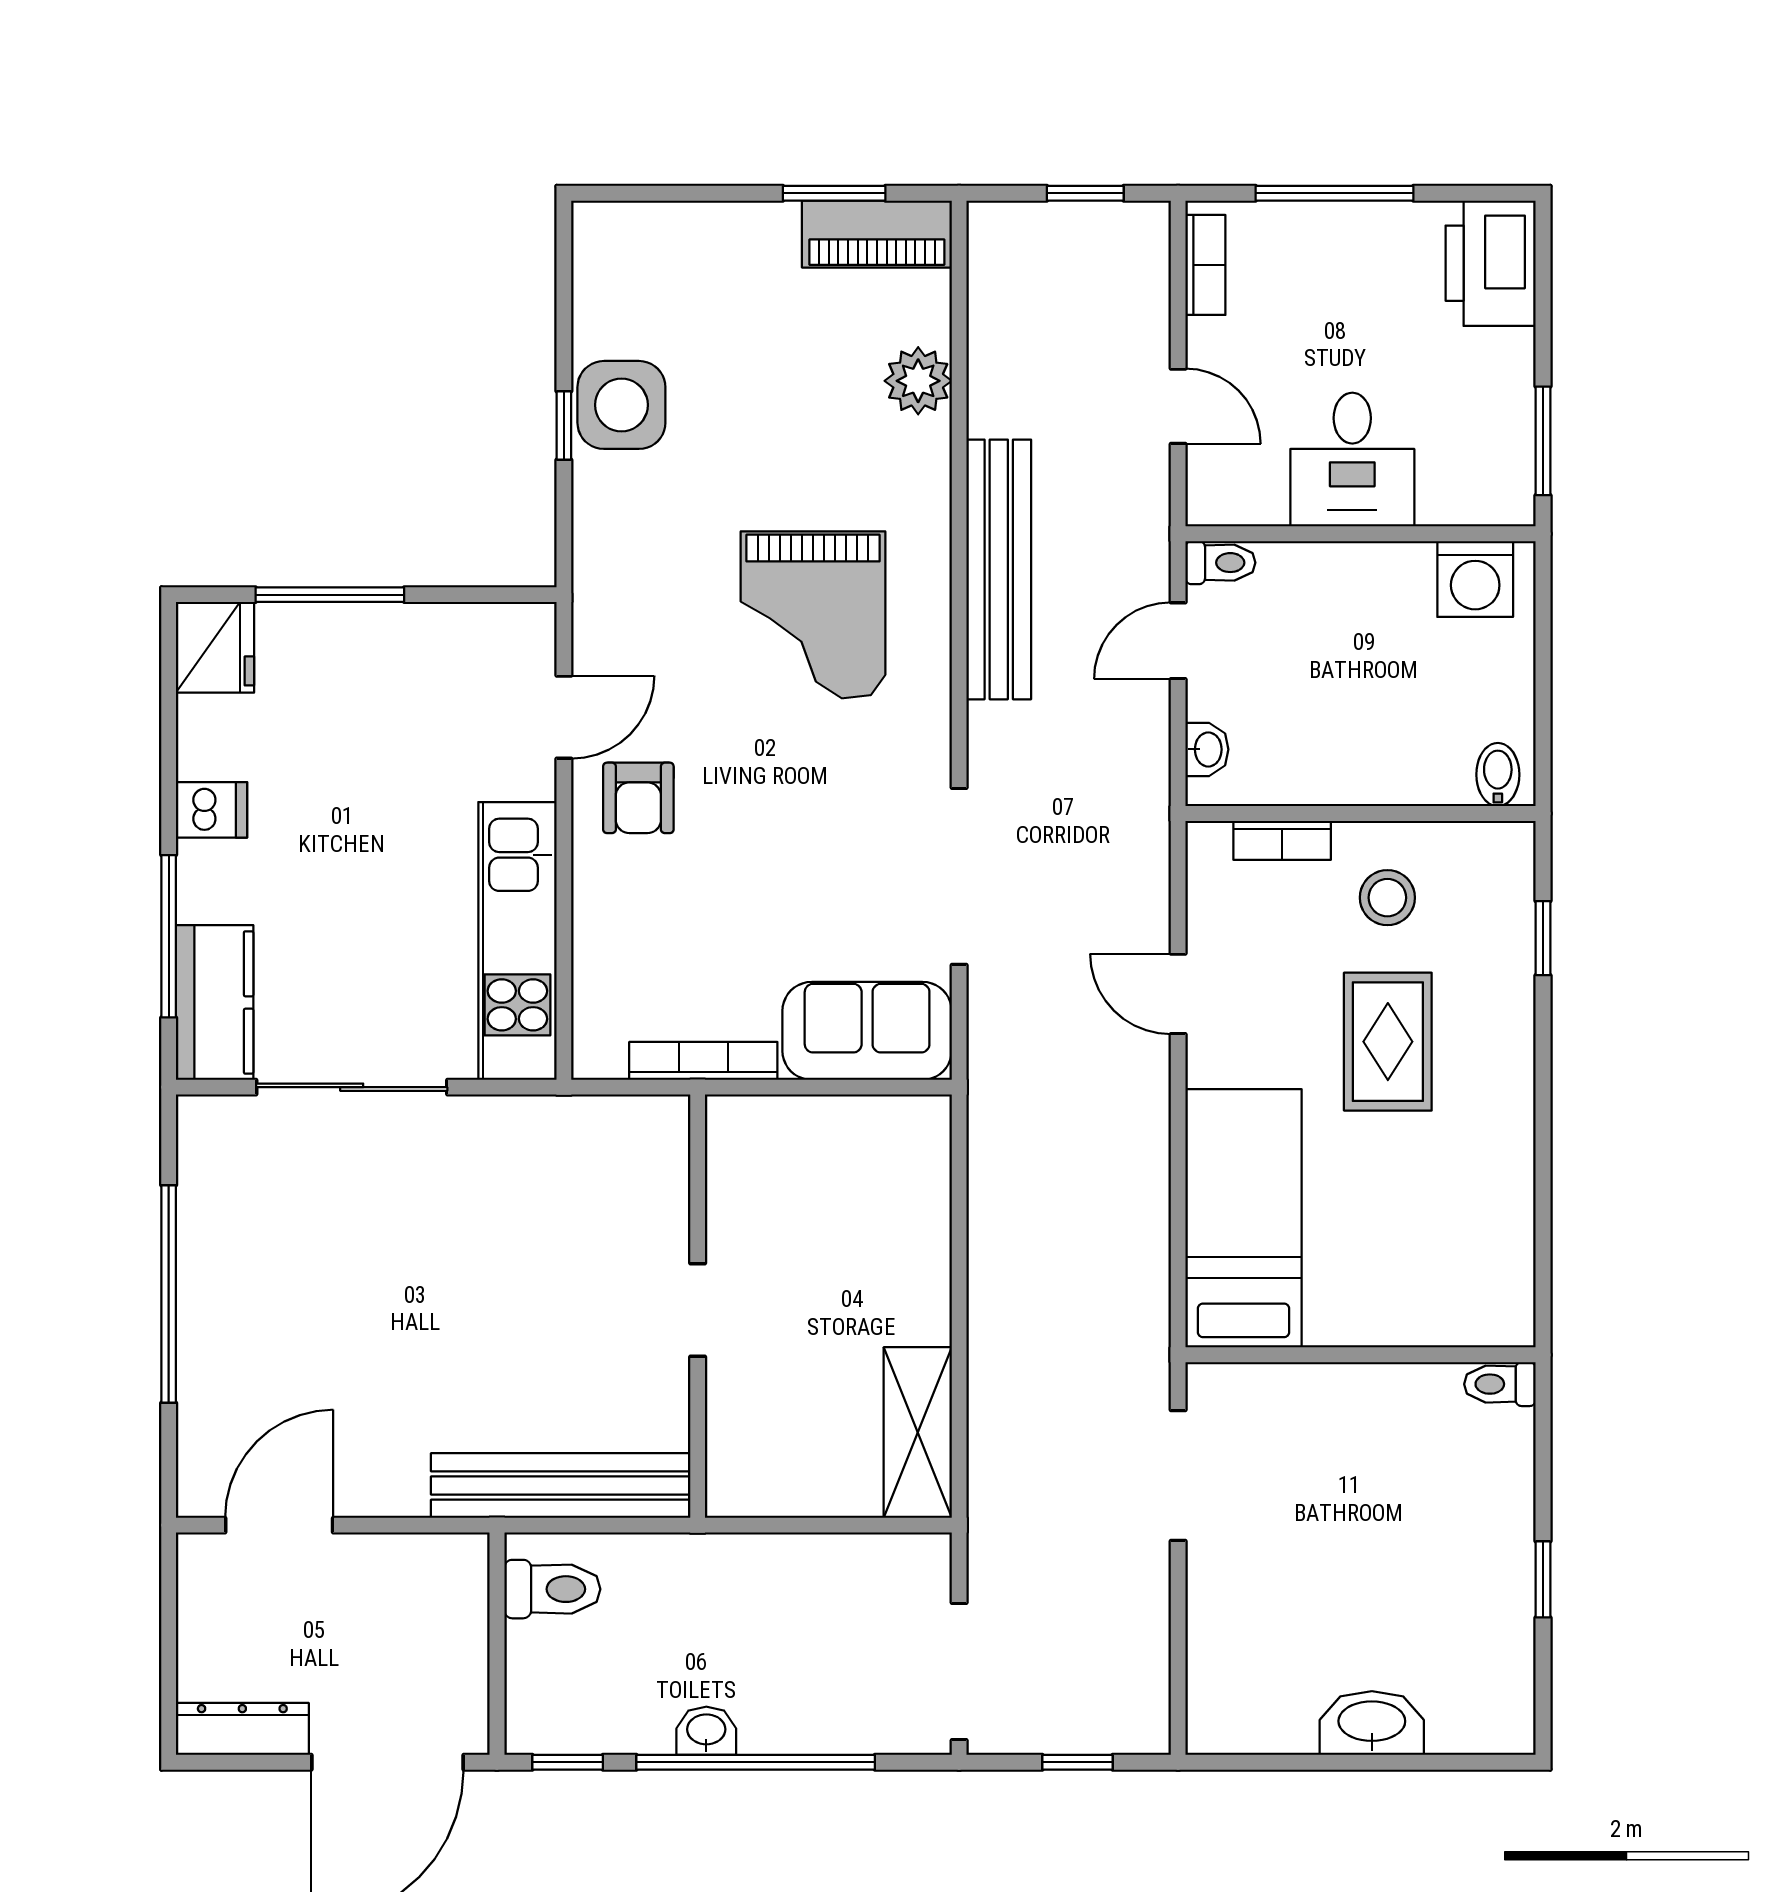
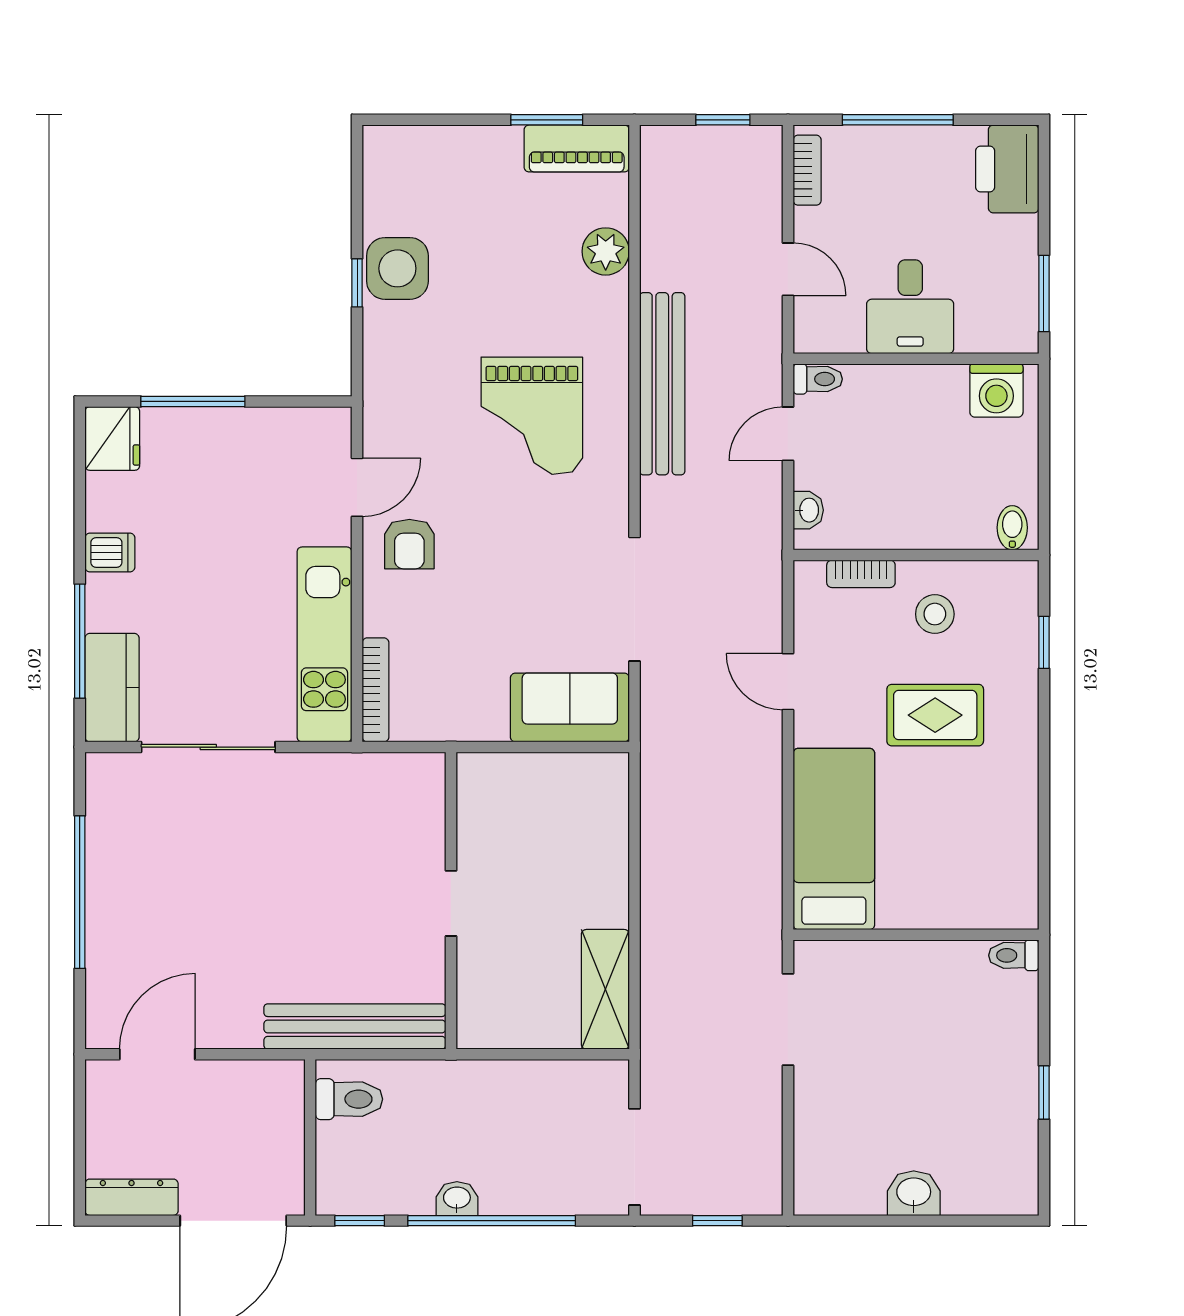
rug: (1388, 1042) -> (935, 715), turned 90
bookcase: (703, 1061) -> (375, 690), moved, turned 90
washbasin: (1372, 1723) -> (914, 1193), width x0.72

